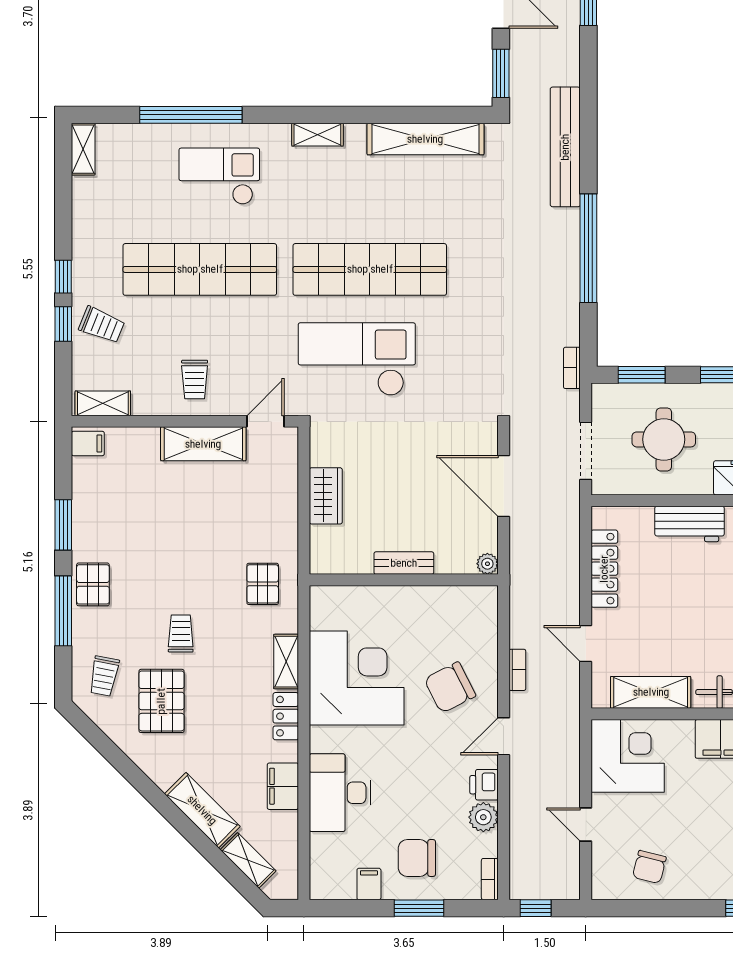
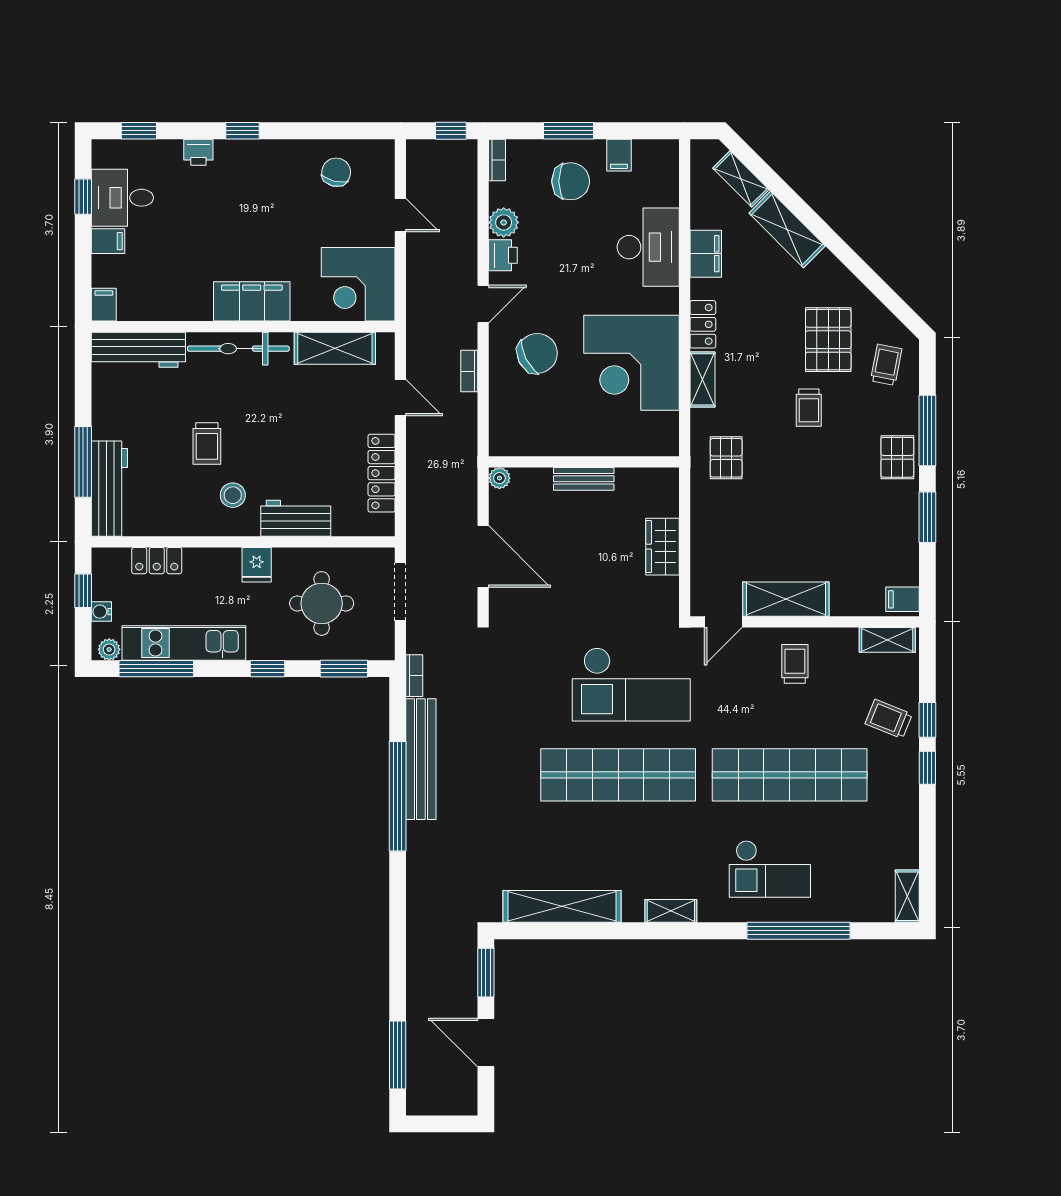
bench: (565, 147) -> (421, 759), moved

